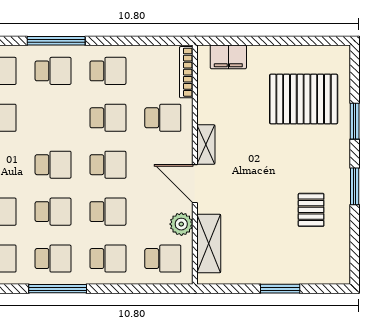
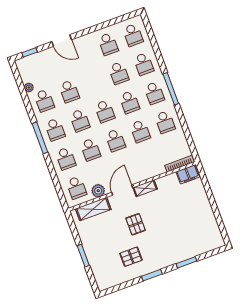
filing cabinet: (228, 57) -> (188, 174), moved, turned -90
pallet: (304, 99) -> (136, 224), moved, width x0.49, depth x0.50
school desk: (163, 118) -> (129, 102), moved

